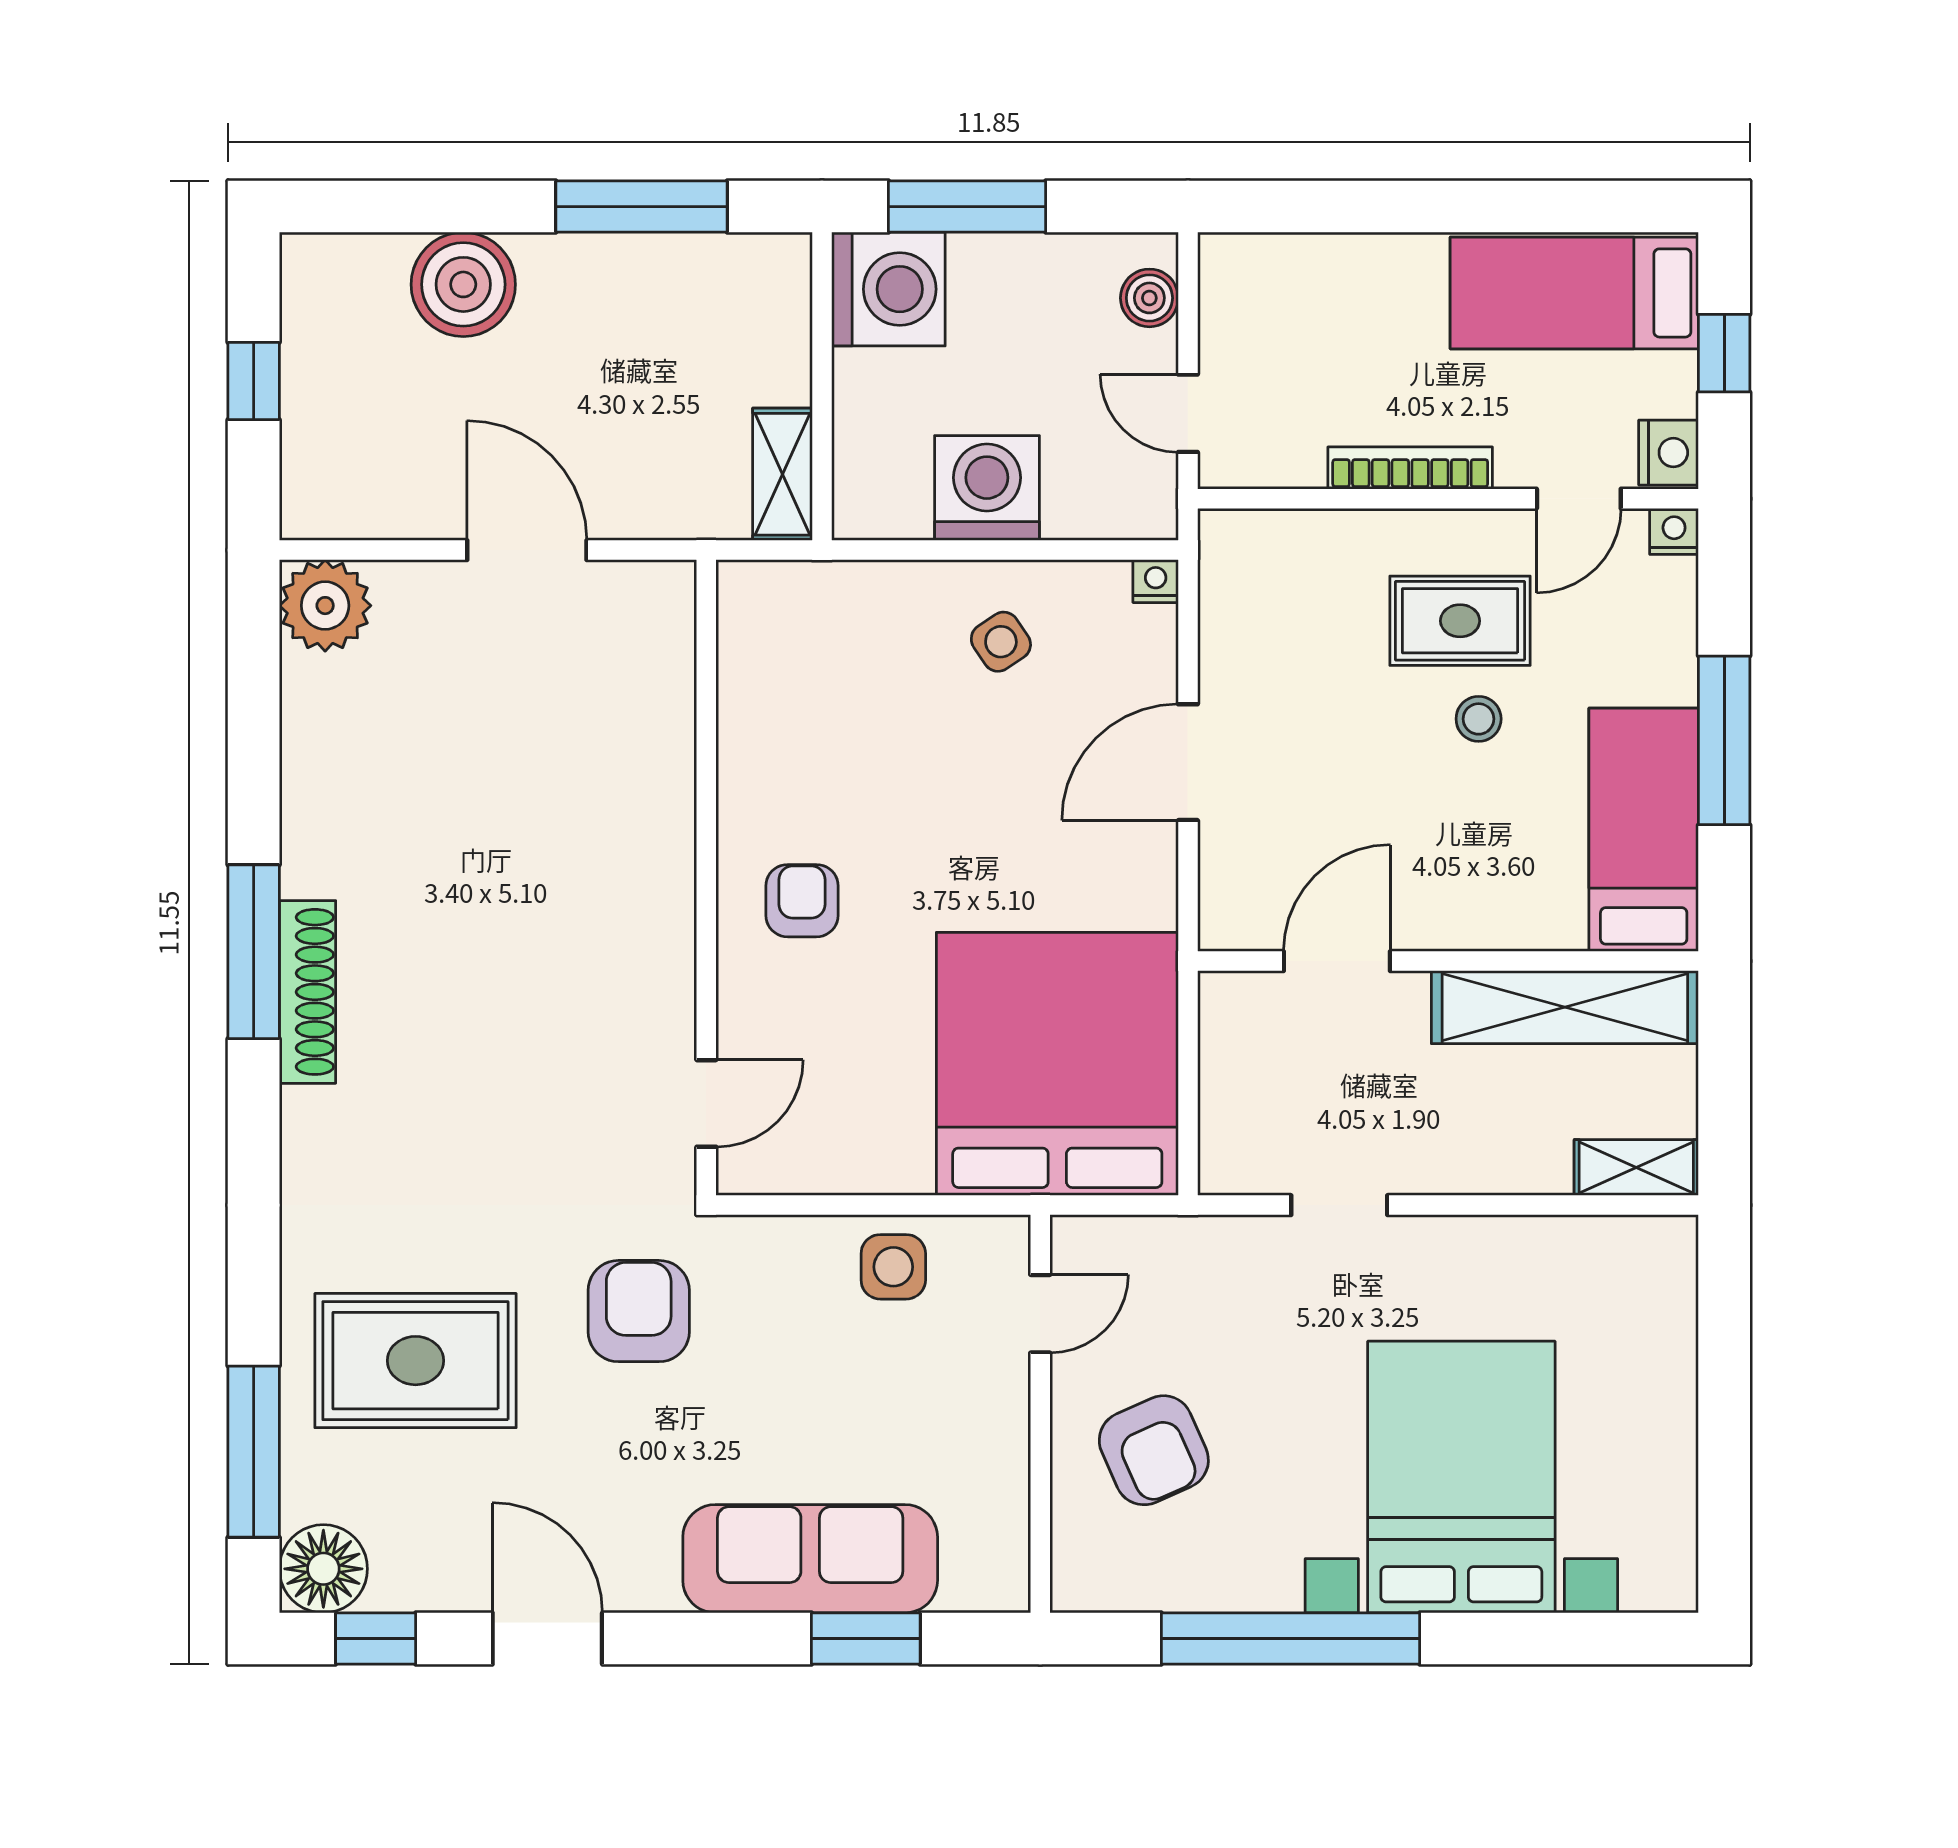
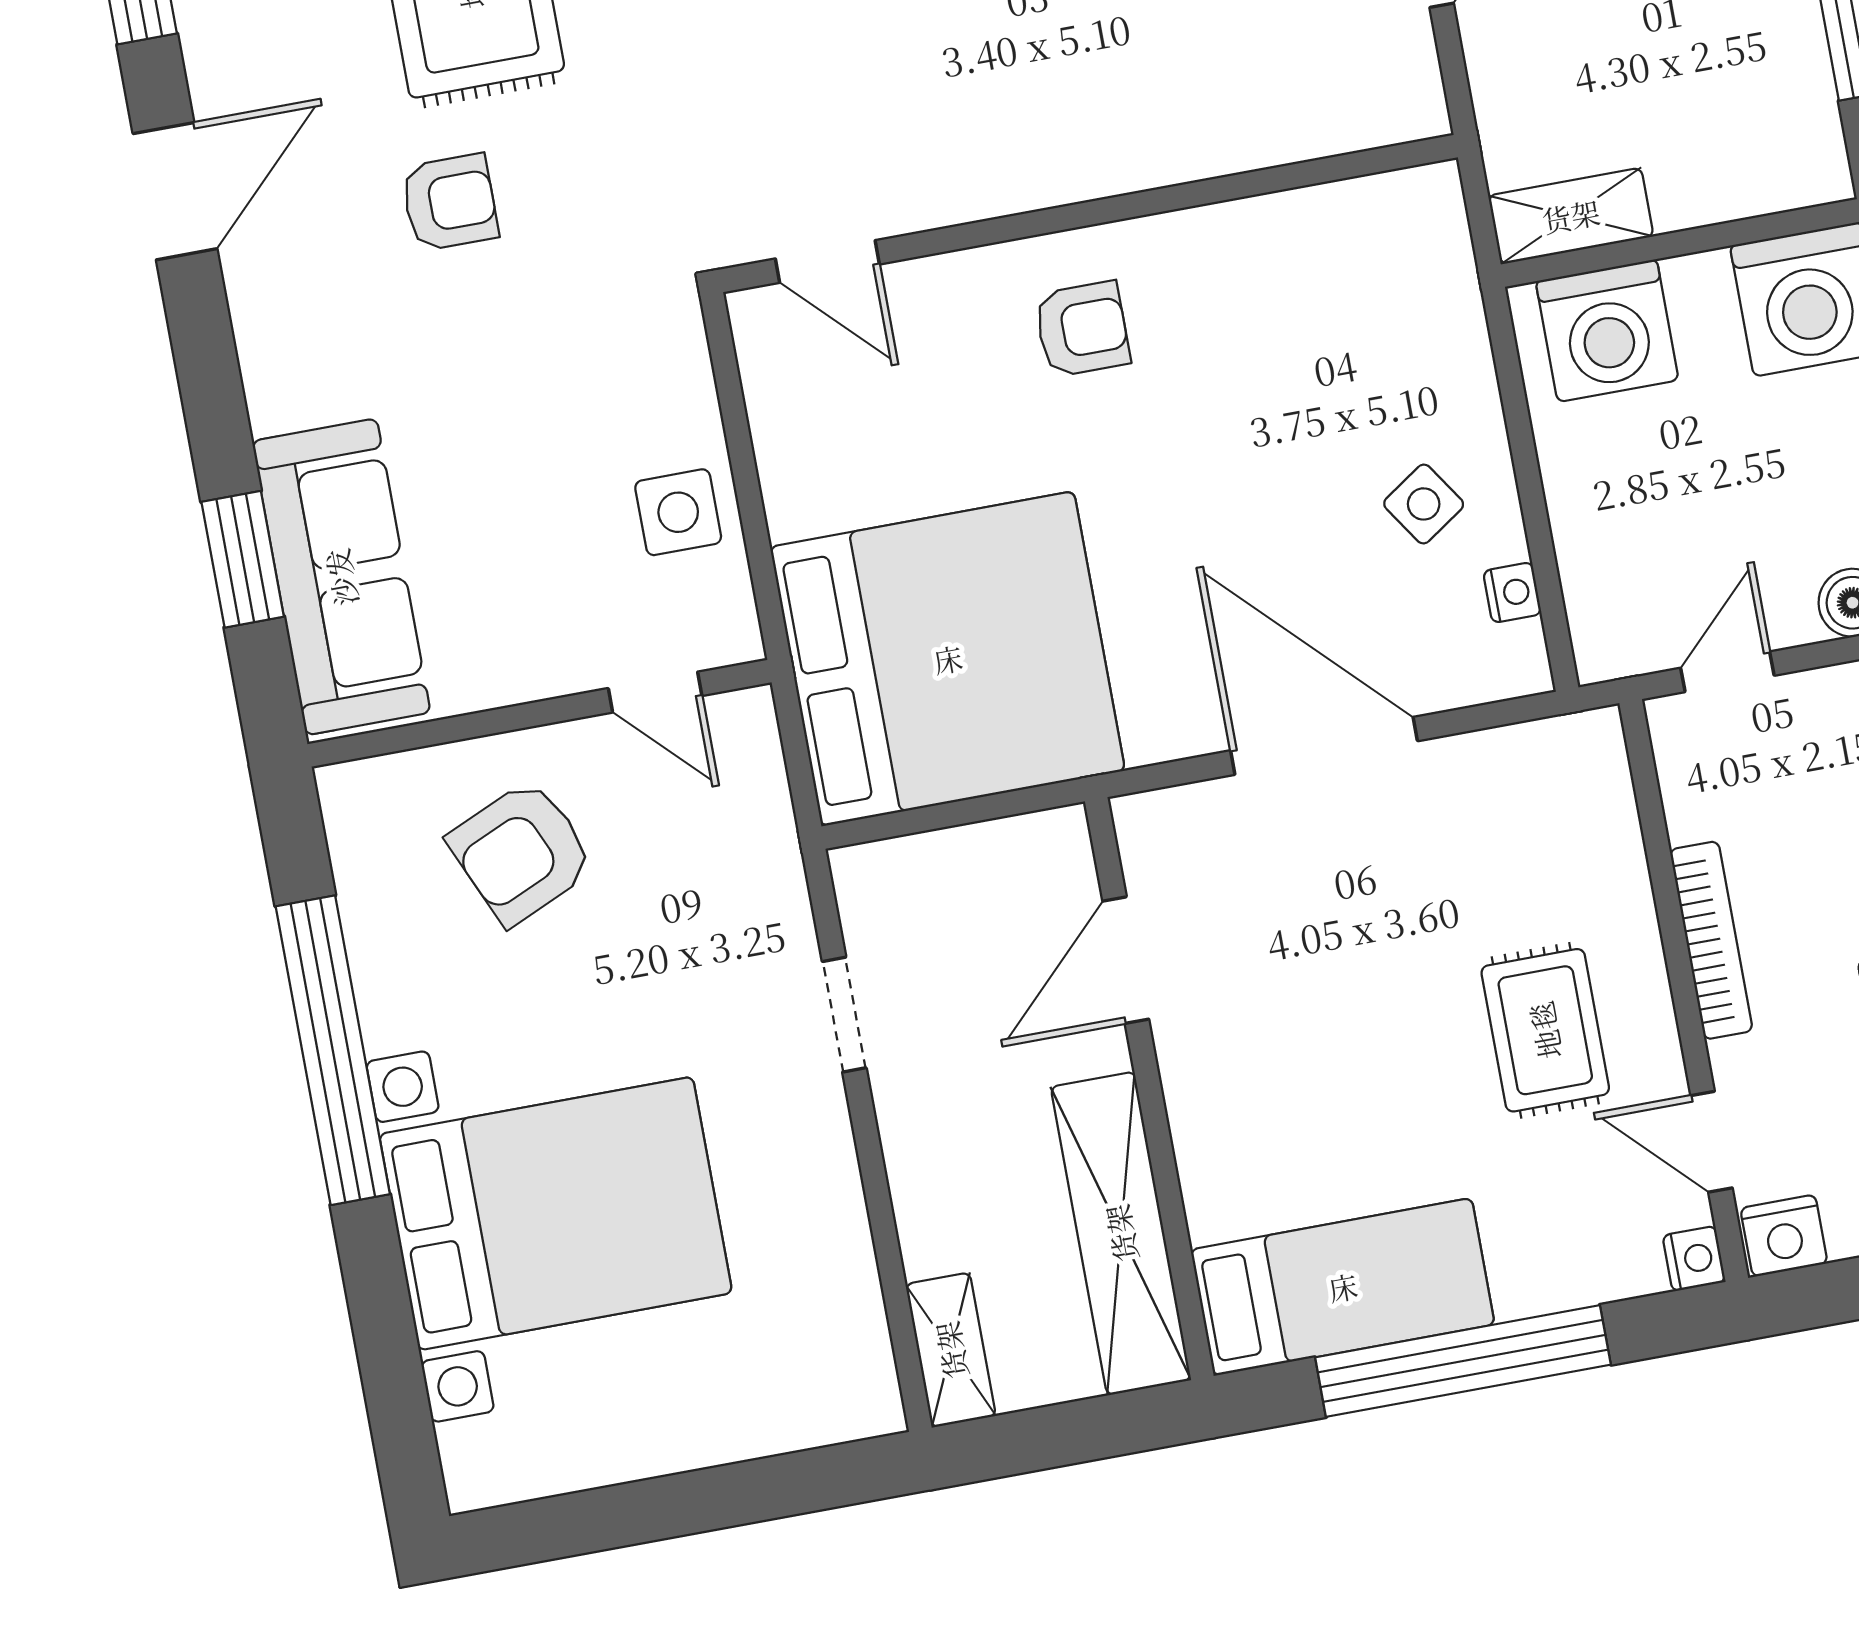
washing machine: (987, 488) -> (1607, 331), moved, turned 90
nightstand: (1156, 581) -> (1512, 593), moved
stool: (1479, 719) -> (1436, 1073), removed
window: (1724, 740) -> (1463, 1361), width x1.46
door: (1188, 762) -> (1324, 746), width x1.36
door: (1337, 961) -> (1126, 960), swing flipped
armchair: (639, 1311) -> (450, 202), moved, width x0.72, depth x0.72
sofa: (810, 1559) -> (341, 577), moved

